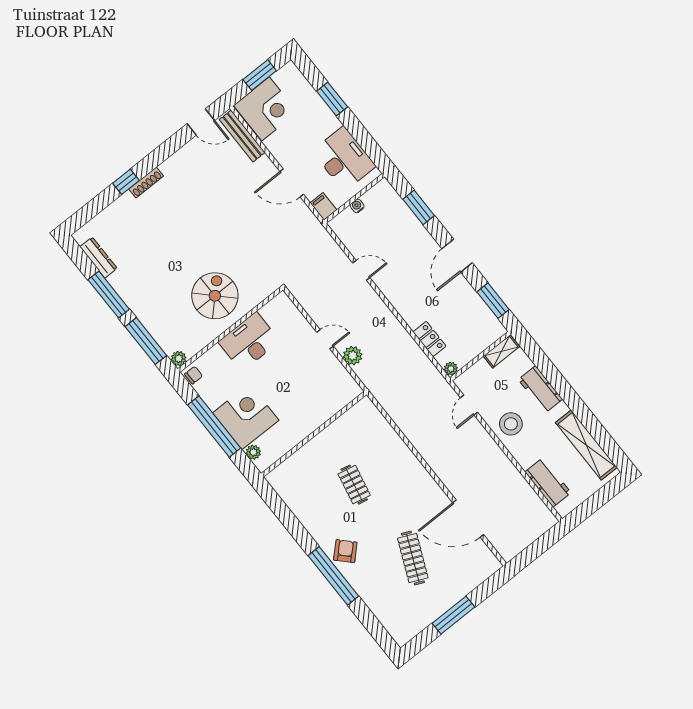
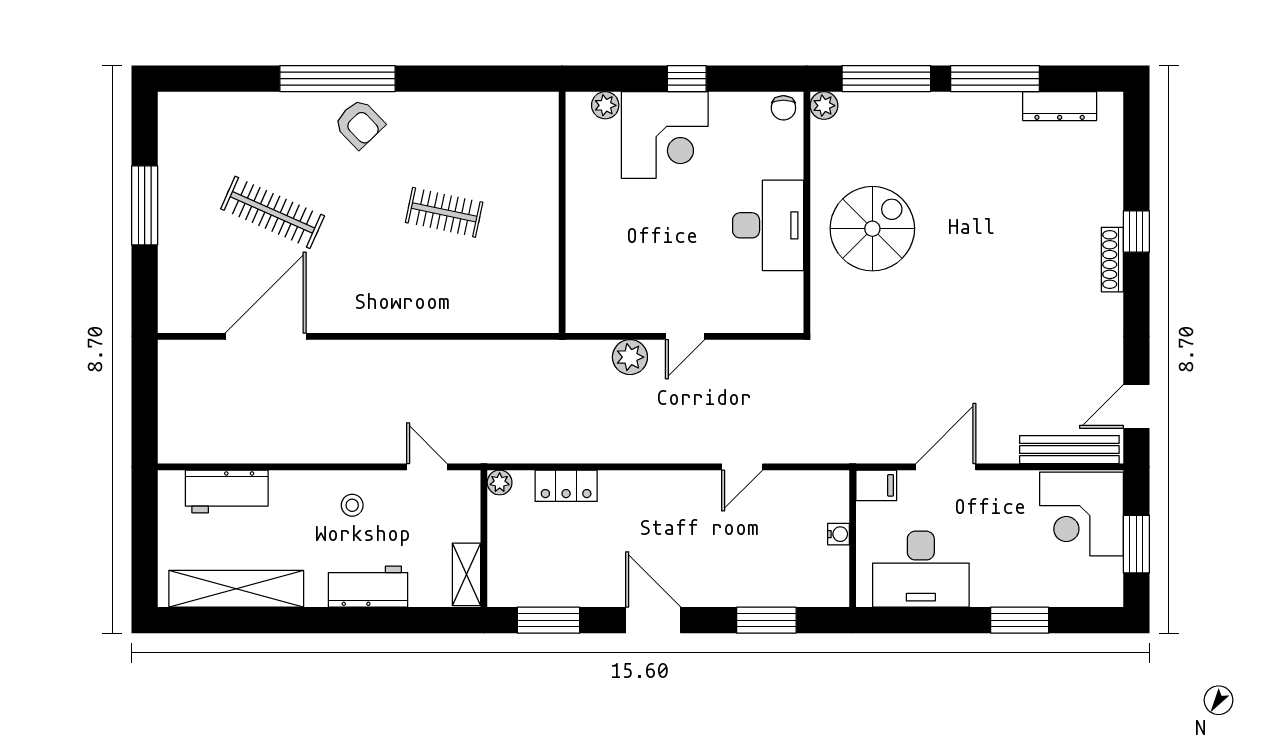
spiral stairs: (215, 296) -> (872, 229), turned -90
stool: (511, 424) -> (352, 505), width x0.53, depth x0.53
window: (214, 426) -> (687, 79), width x0.32

